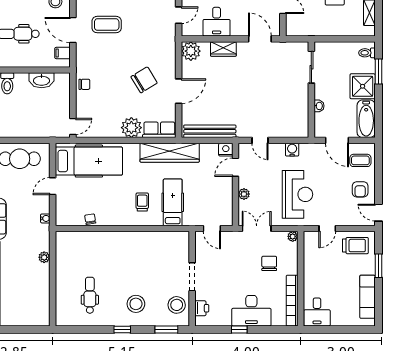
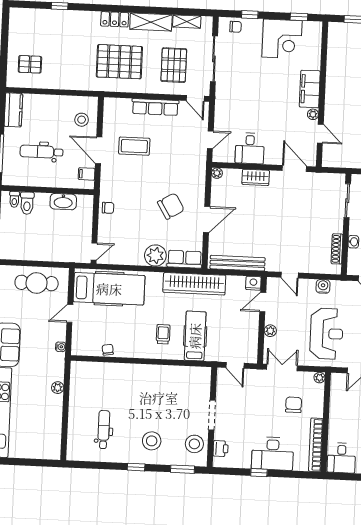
plant: (191, 51) -> (217, 173), width x0.53, depth x0.53
shoe rack: (304, 113) -> (337, 249), added

